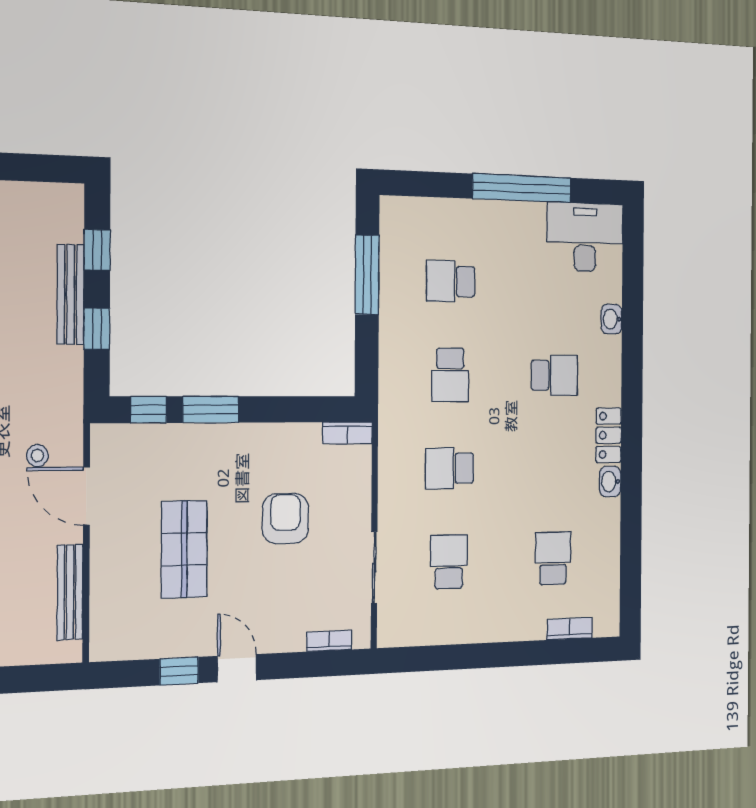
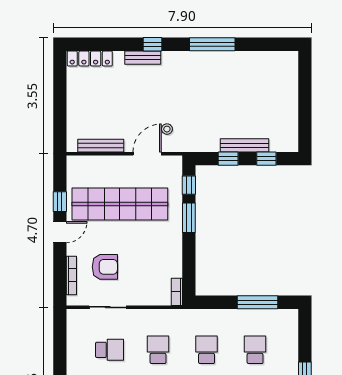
school desk: (450, 375) -> (207, 350), turned 90
armchair: (285, 518) -> (105, 267), moved
shop shelf: (184, 549) -> (120, 204), width x2.00, depth x1.36
bookcase: (329, 641) -> (71, 275), width x1.56

